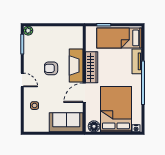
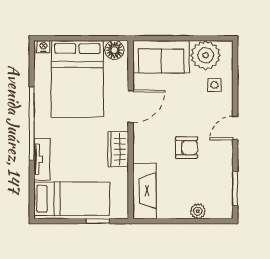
plant: (28, 31) -> (198, 211), moved
fireplace: (76, 65) -> (144, 191), moved
wardrobe: (92, 67) -> (118, 149), width x0.67
door: (22, 80) -> (235, 128), hinge flipped
plant: (40, 123) -> (206, 55), added

